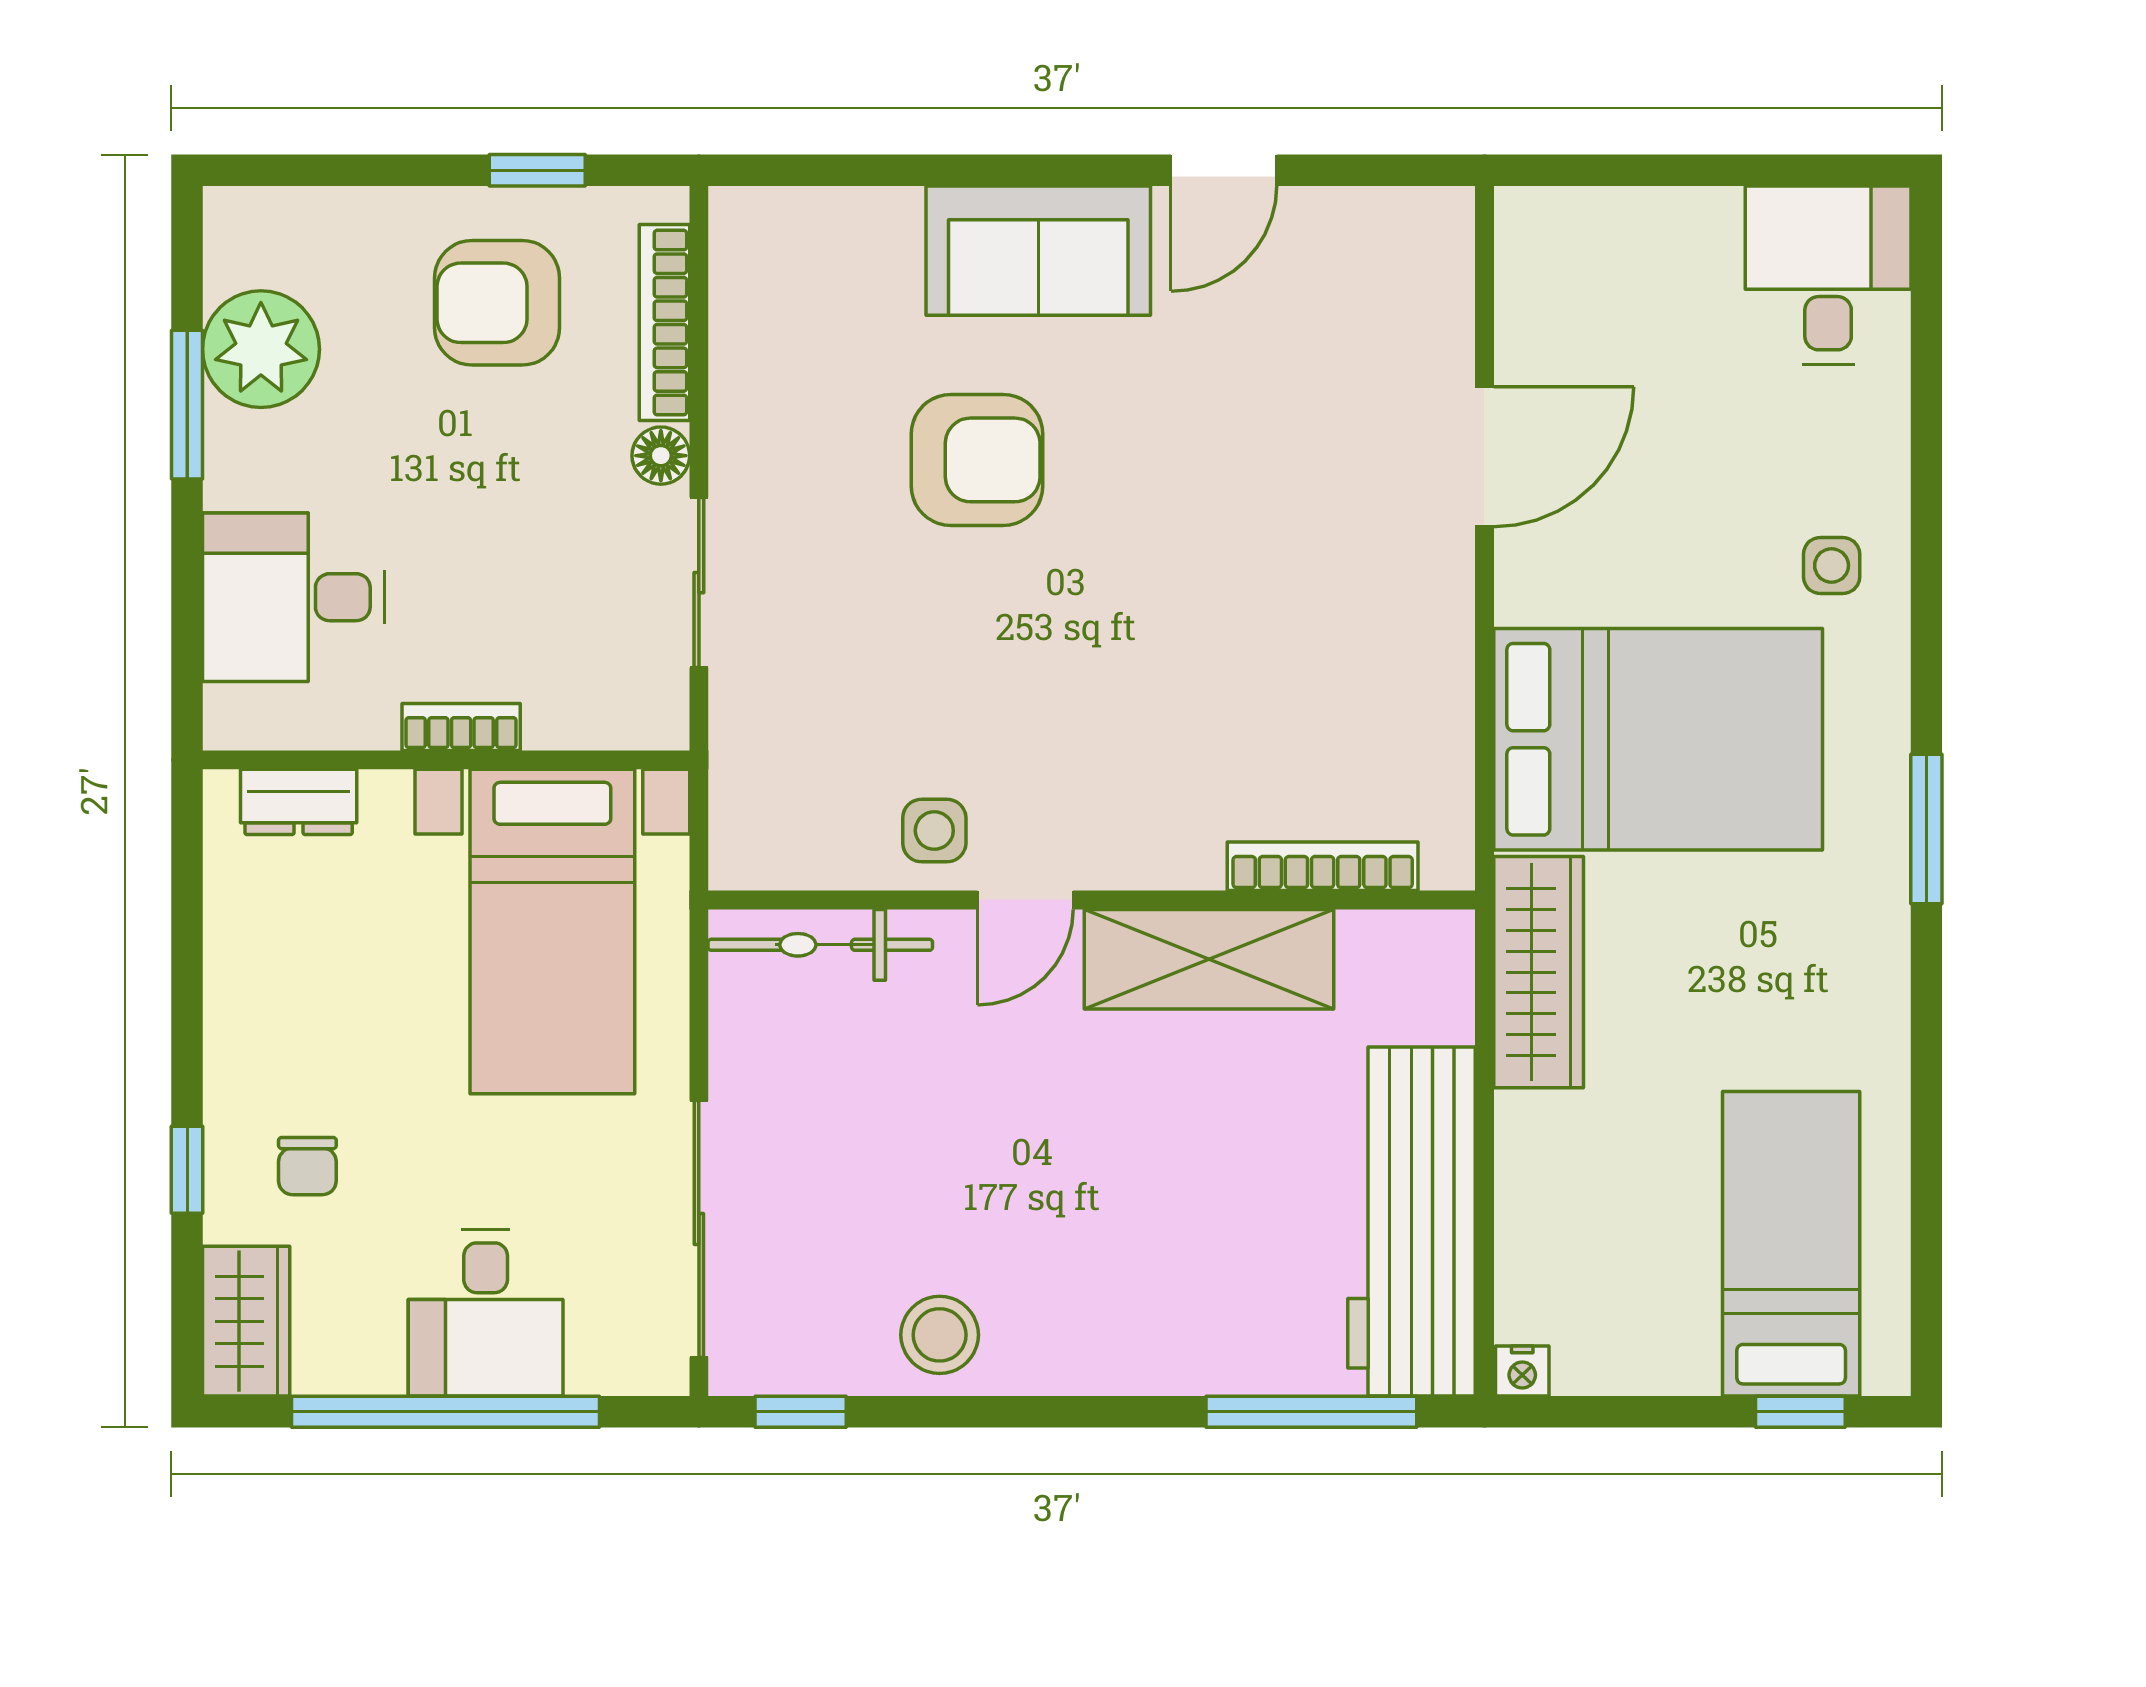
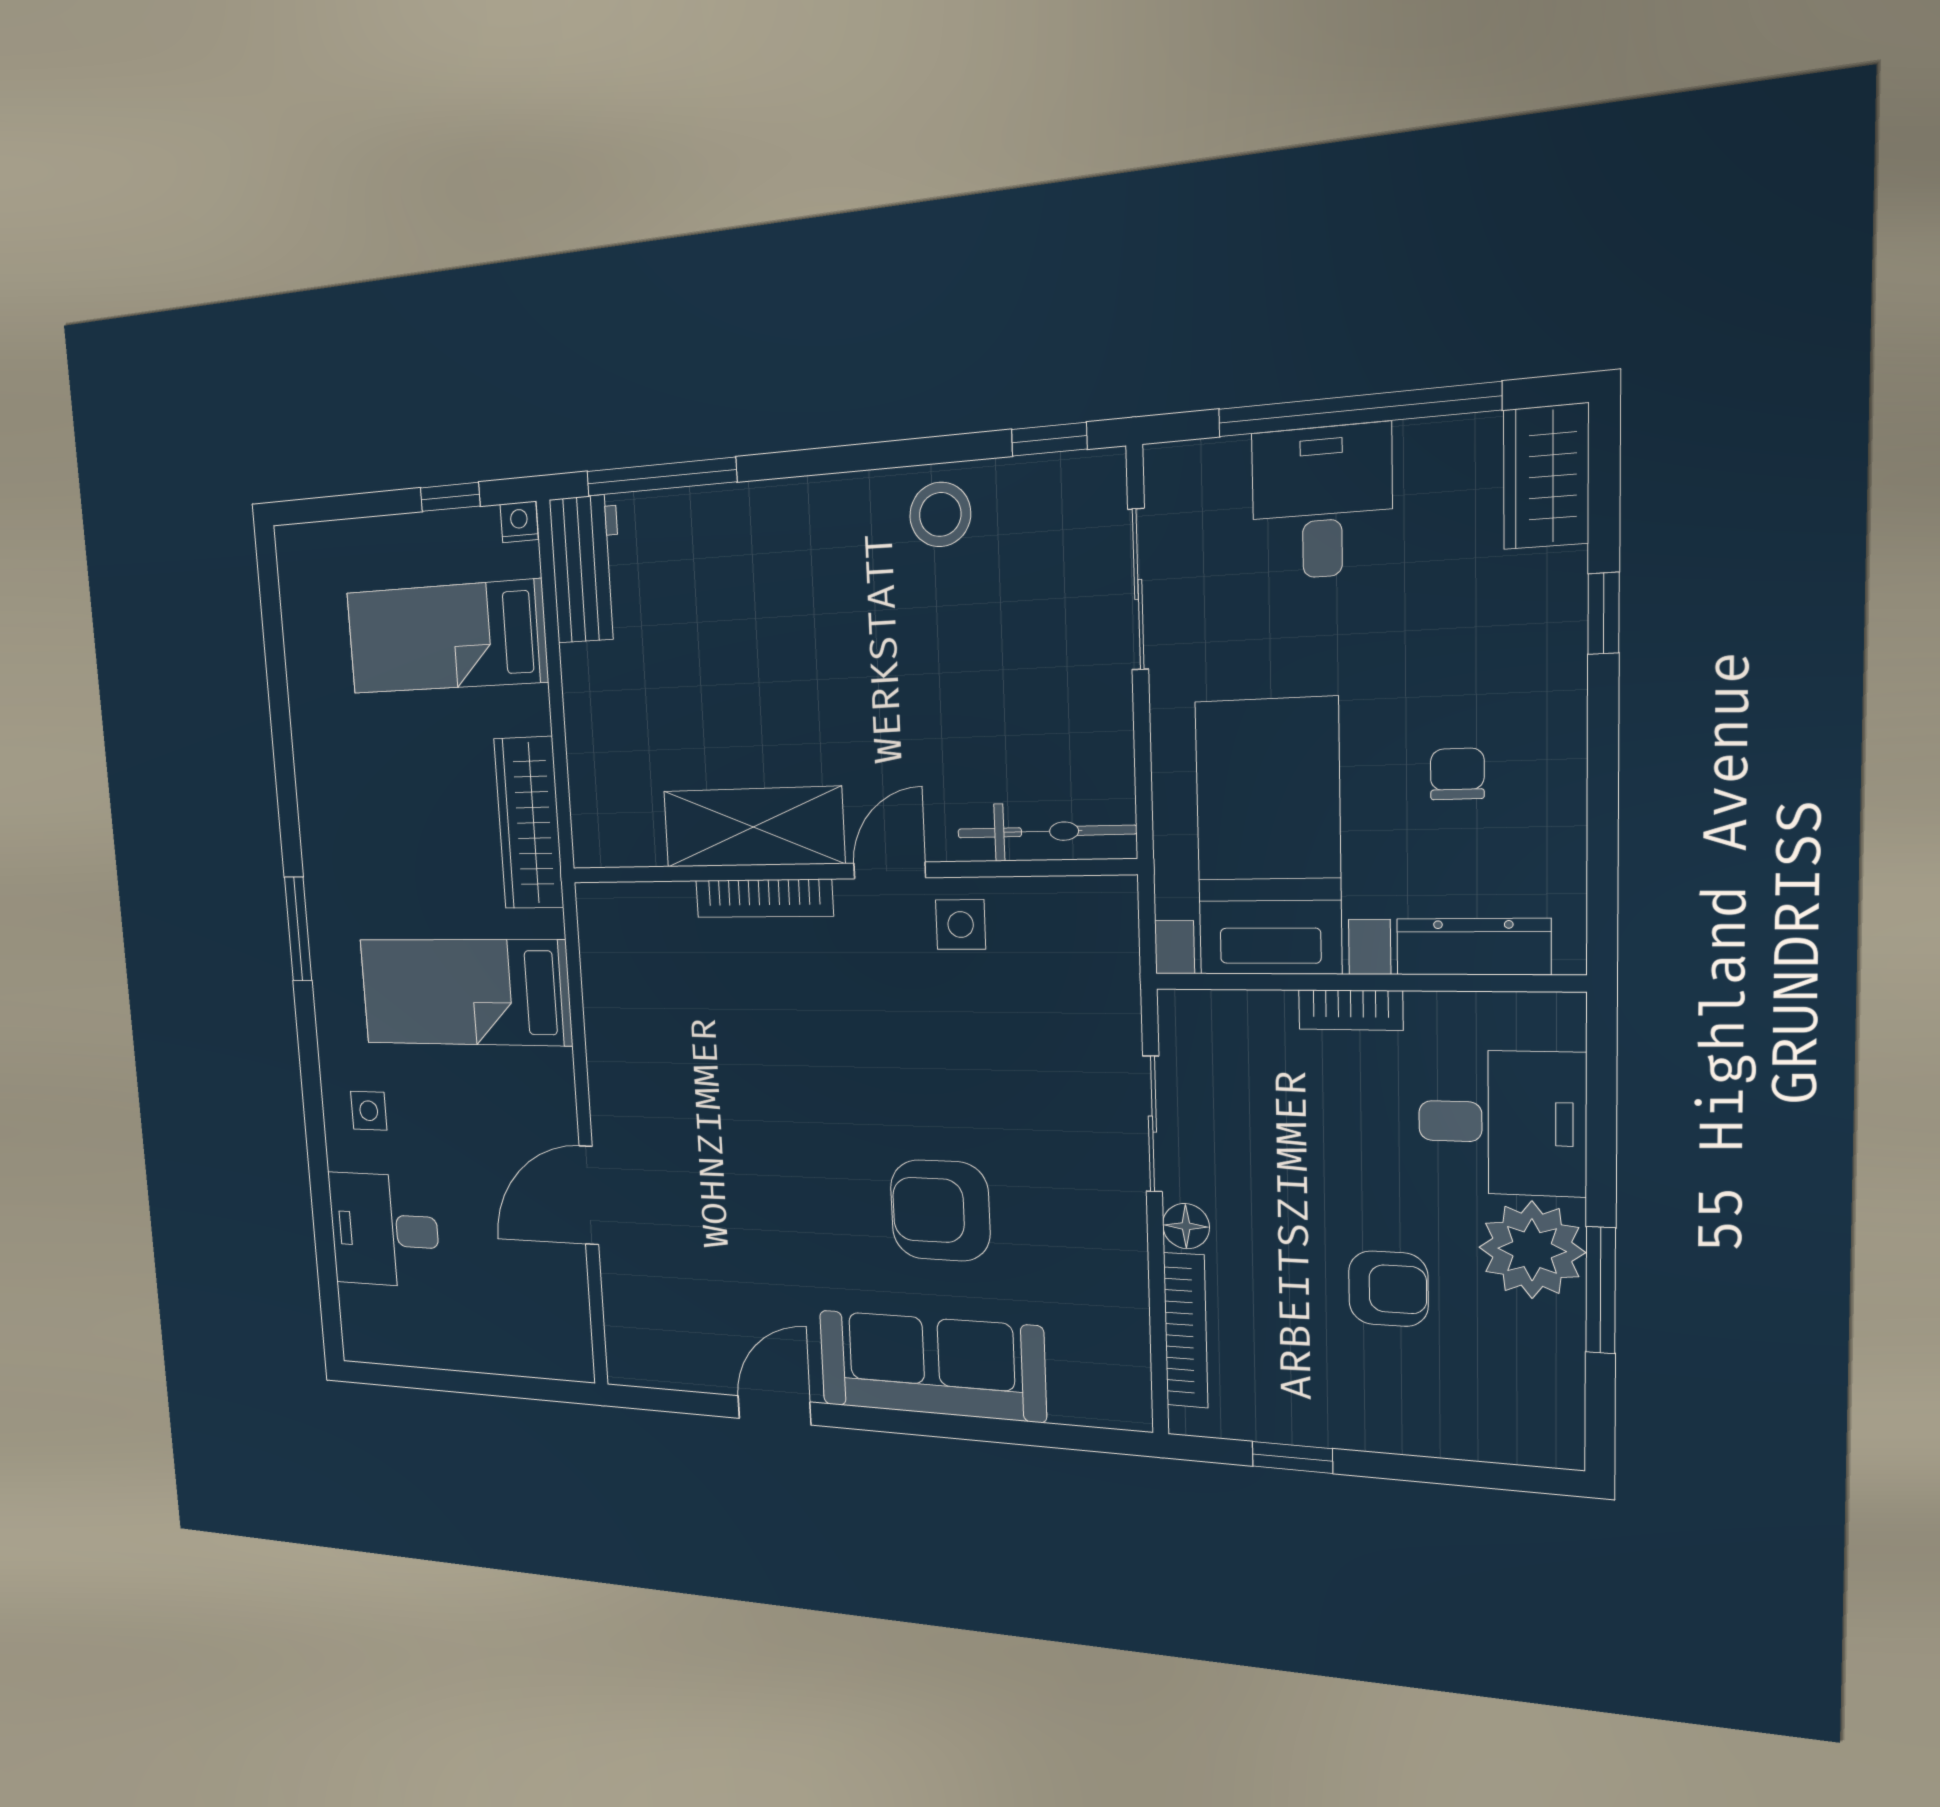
sofa: (1038, 251) -> (931, 1366), width x1.36
desk: (1828, 275) -> (384, 1230), moved, turned 90
armchair: (497, 303) -> (1388, 1289), moved, width x0.72, depth x0.72
plant: (261, 349) -> (1532, 1250), moved
bed: (1658, 739) -> (465, 992), width x0.67
dresser: (299, 802) -> (1473, 947), width x1.44
bookcase: (1323, 866) -> (764, 898), moved
chair: (307, 1166) -> (1457, 774), moved
workbench: (1412, 1222) -> (586, 569), width x0.53, depth x0.76
sliding door: (699, 1229) -> (1138, 589), width x0.73
bed: (1791, 1244) -> (446, 637), moved, turned 90
window: (1800, 1412) -> (450, 497), moved

